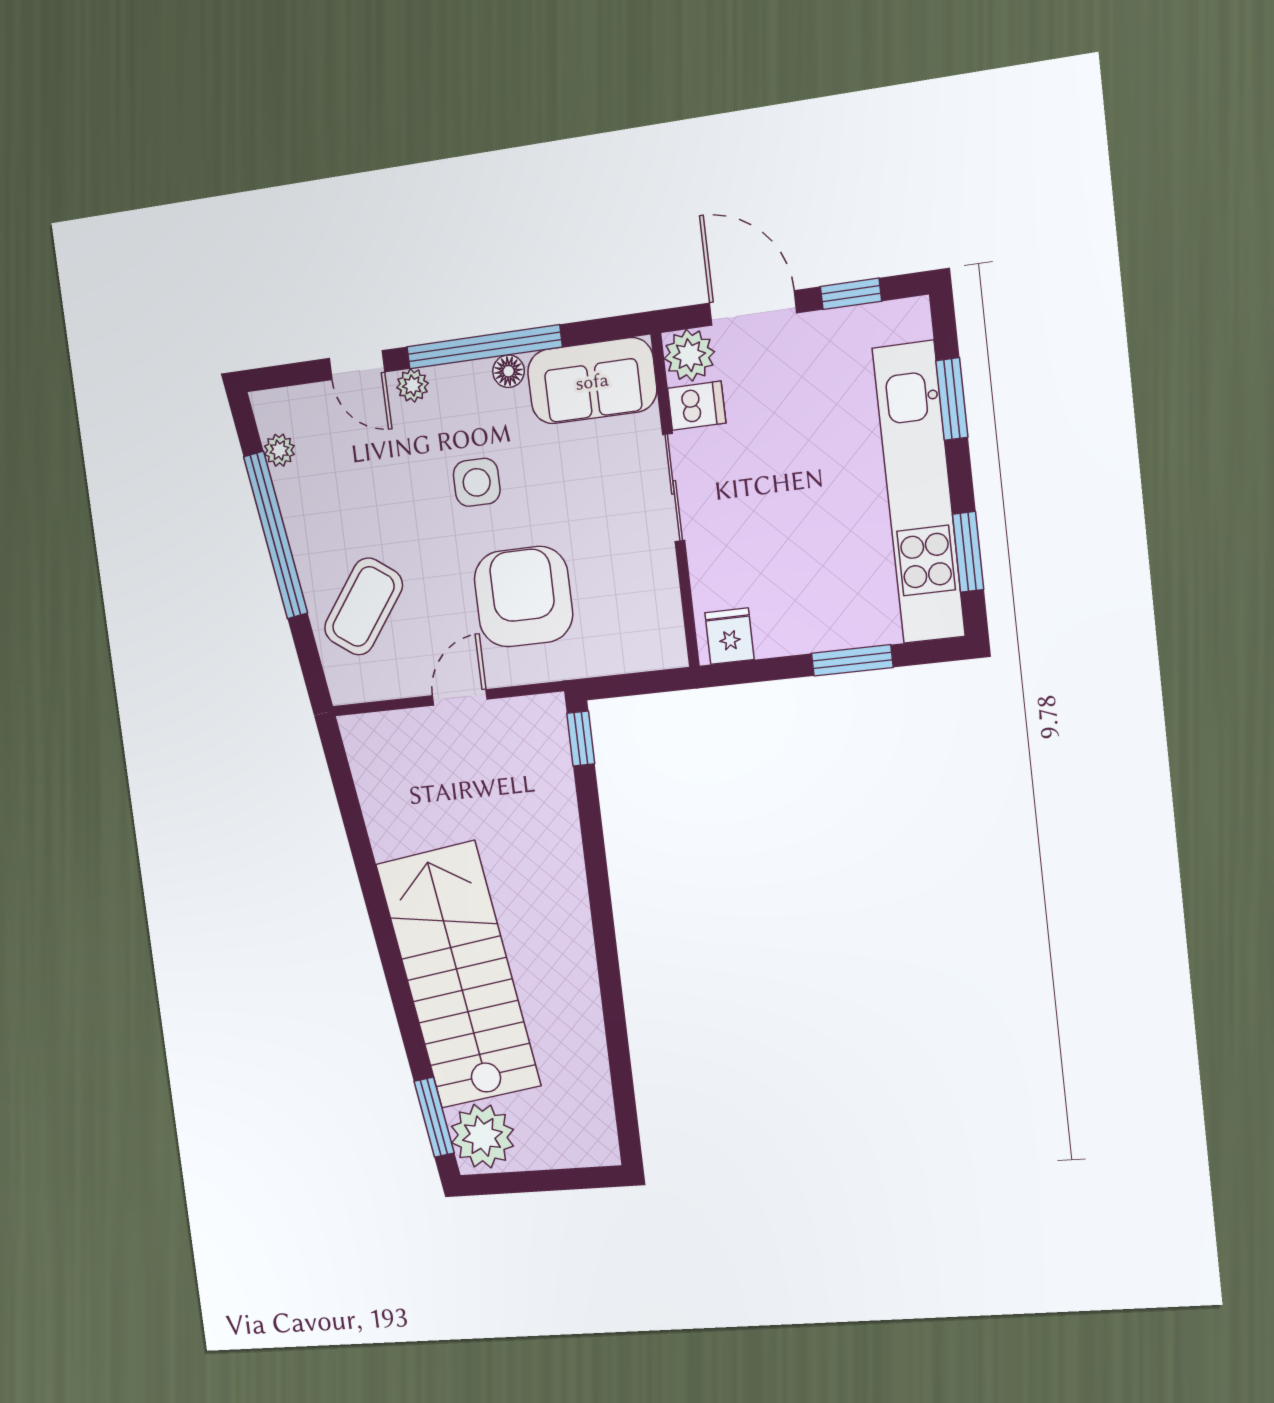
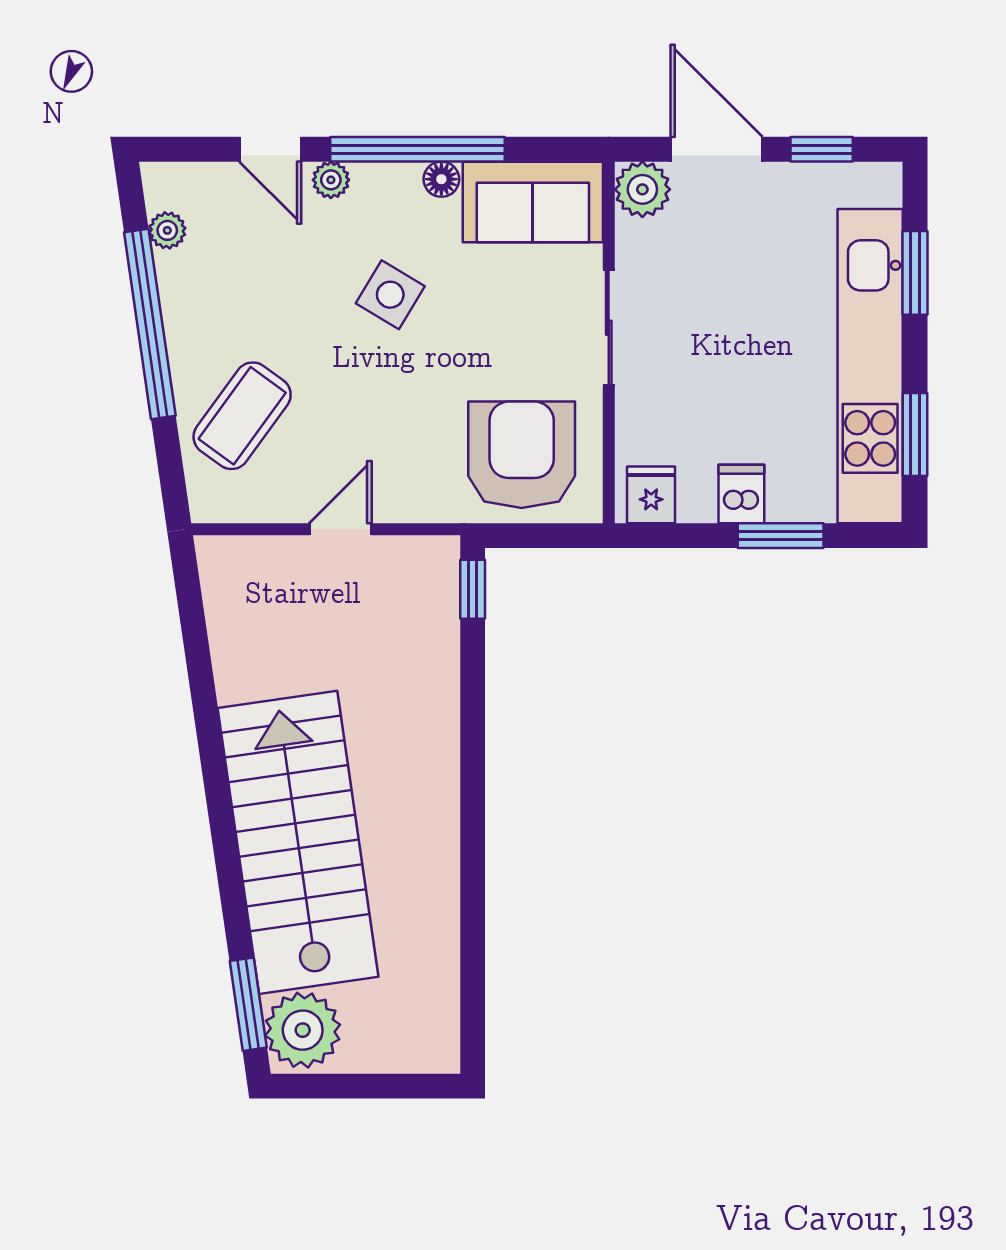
dishwasher: (697, 406) -> (741, 494), moved, turned -90
side table: (477, 482) -> (390, 295), turned 31
armchair: (523, 597) -> (522, 455), moved

